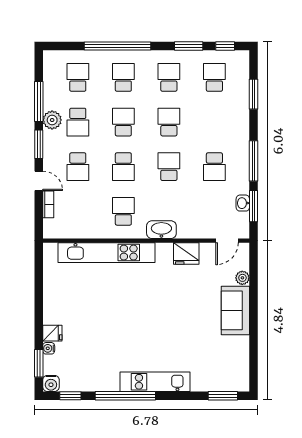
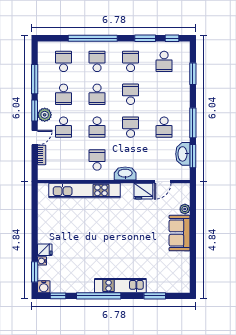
school desk: (214, 77) -> (164, 61), turned 180
plant: (52, 120) -> (45, 115), moved
school desk: (123, 122) -> (97, 94), turned 180
door: (39, 181) -> (35, 138), hinge flipped
washbasin: (243, 203) -> (183, 154), width x1.91, depth x1.45
door: (227, 241) -> (163, 182), moved
window: (223, 396) -> (155, 296), moved

